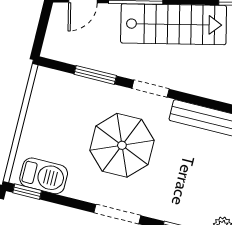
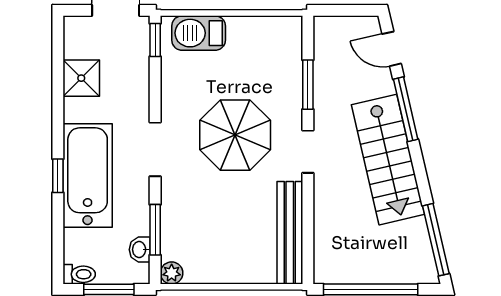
barbecue: (44, 176) -> (199, 33), moved, turned 90

